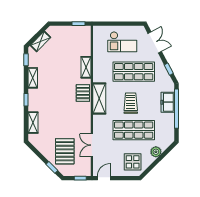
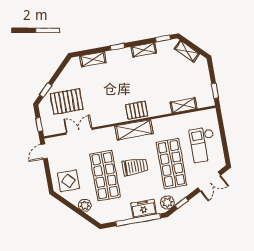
shelving: (86, 67) -> (184, 105), moved
plant: (166, 81) -> (167, 203), added
door: (104, 178) -> (44, 151), swing flipped

